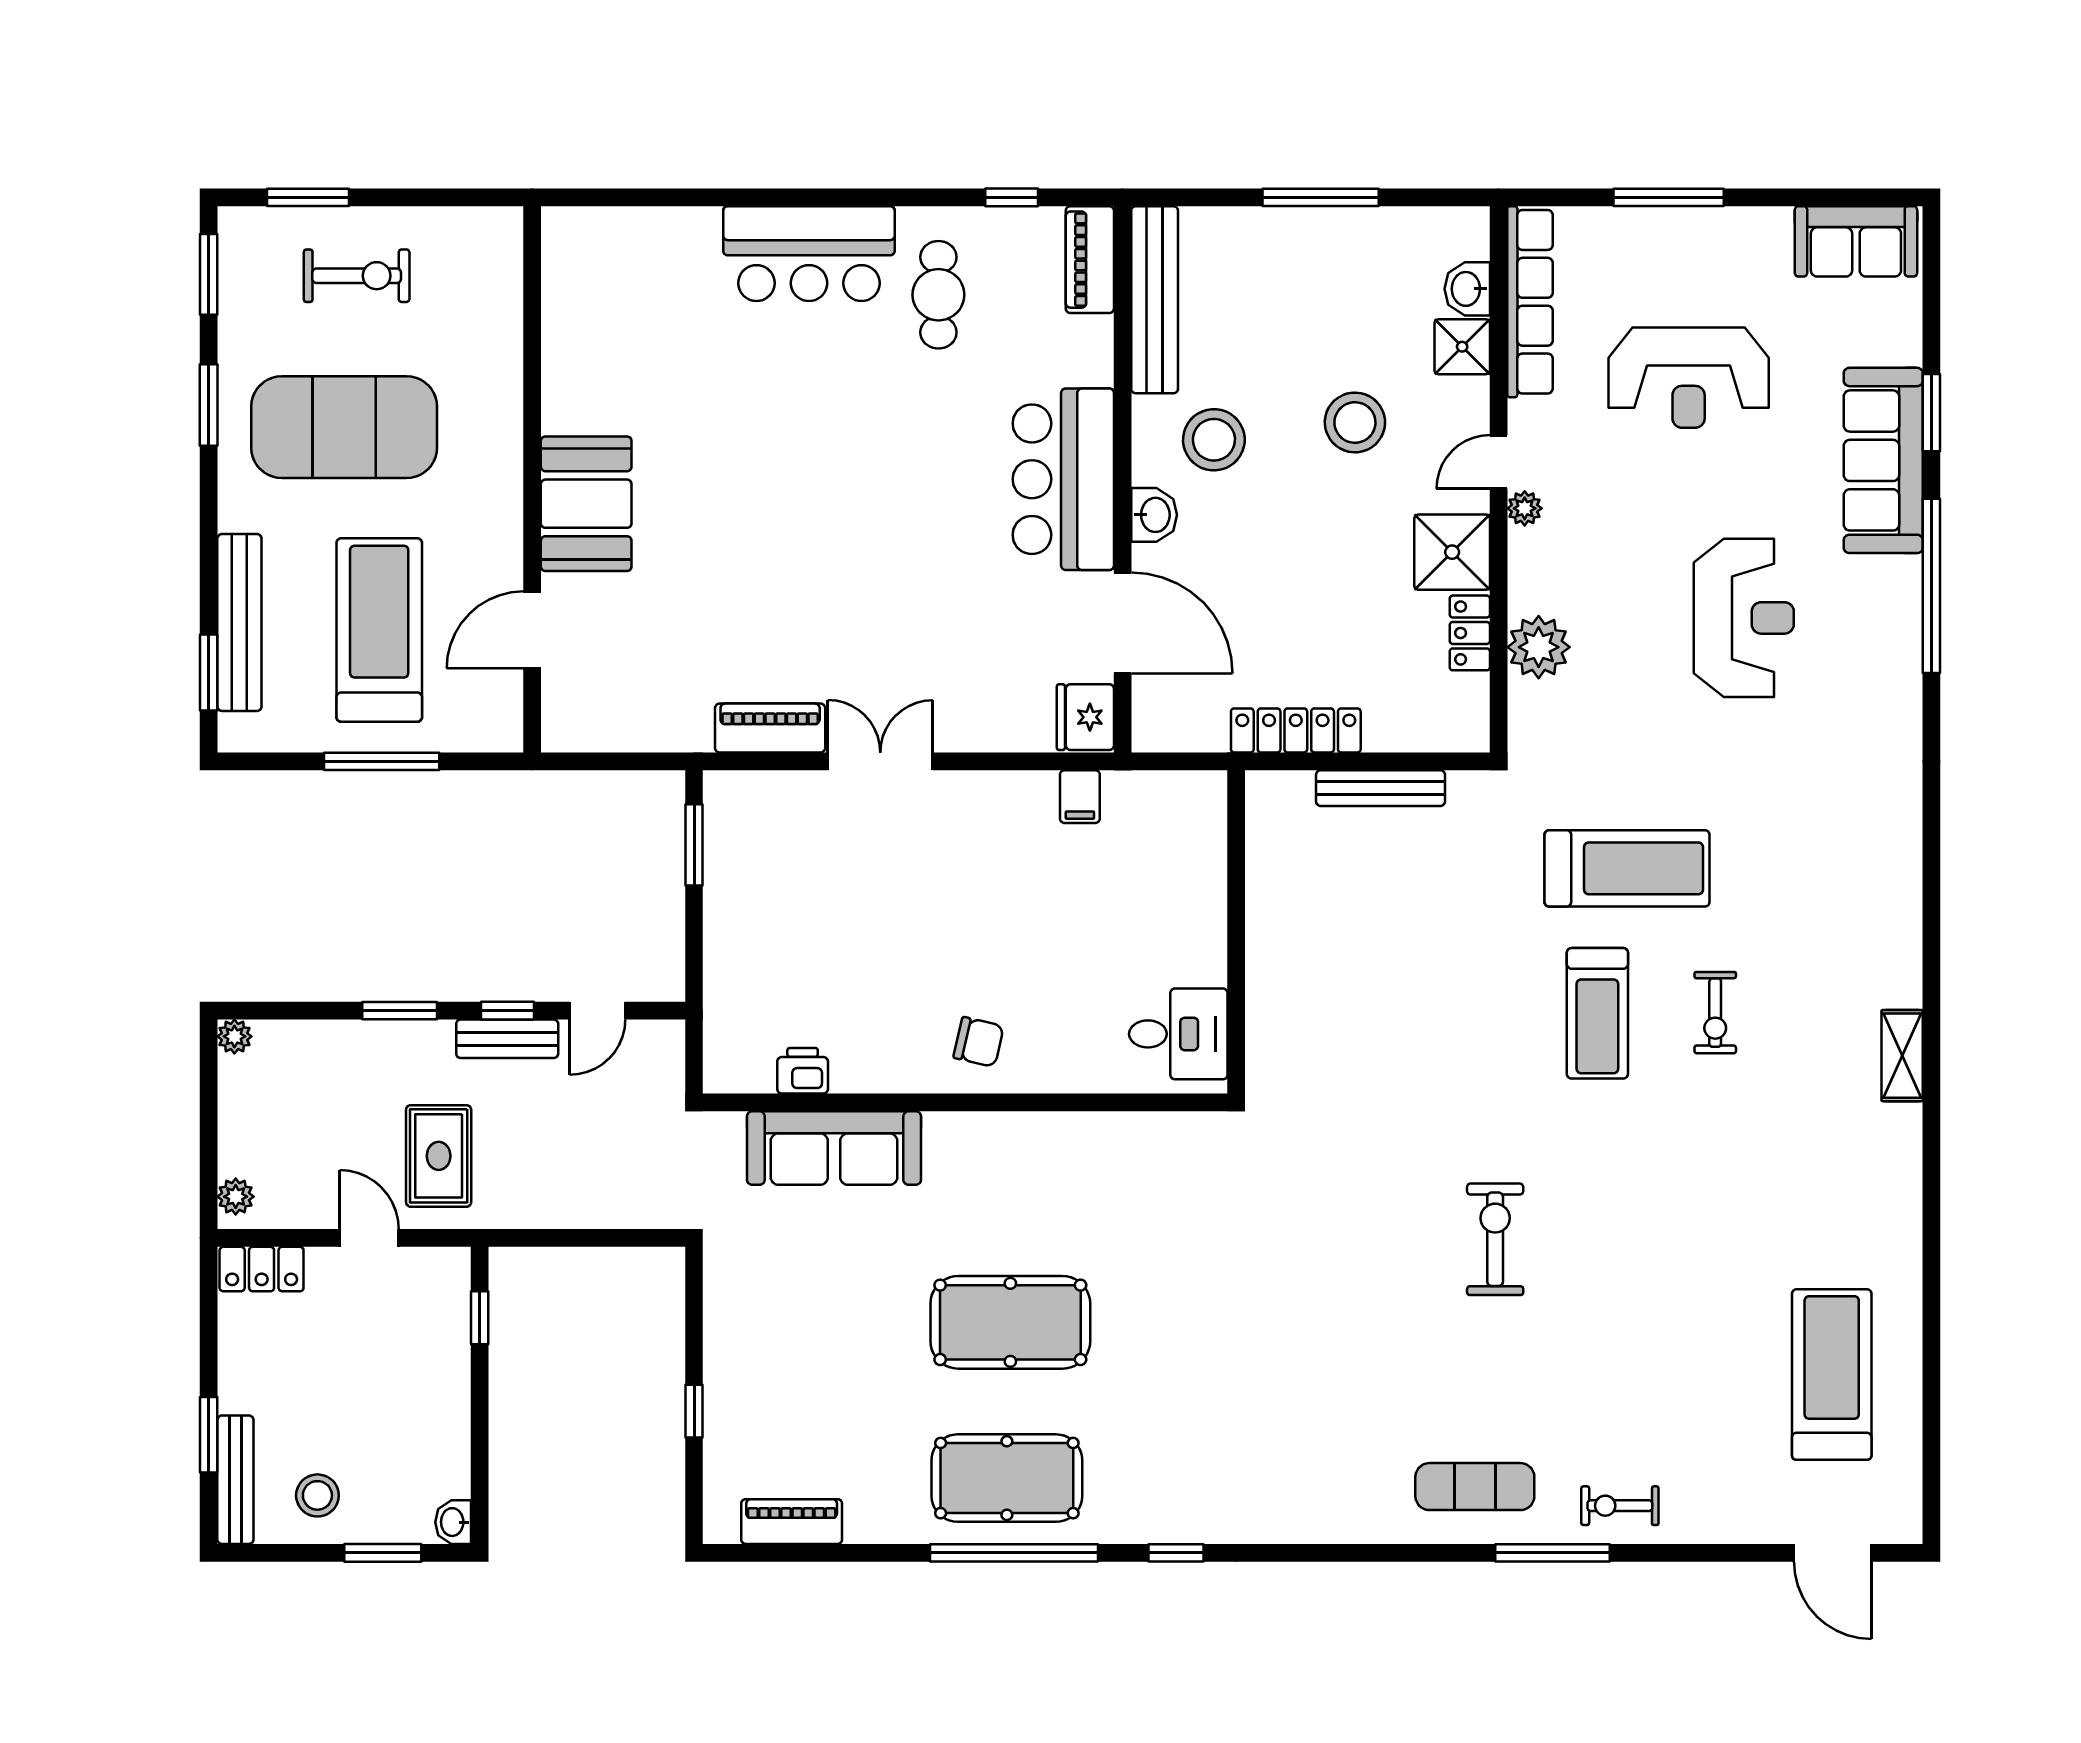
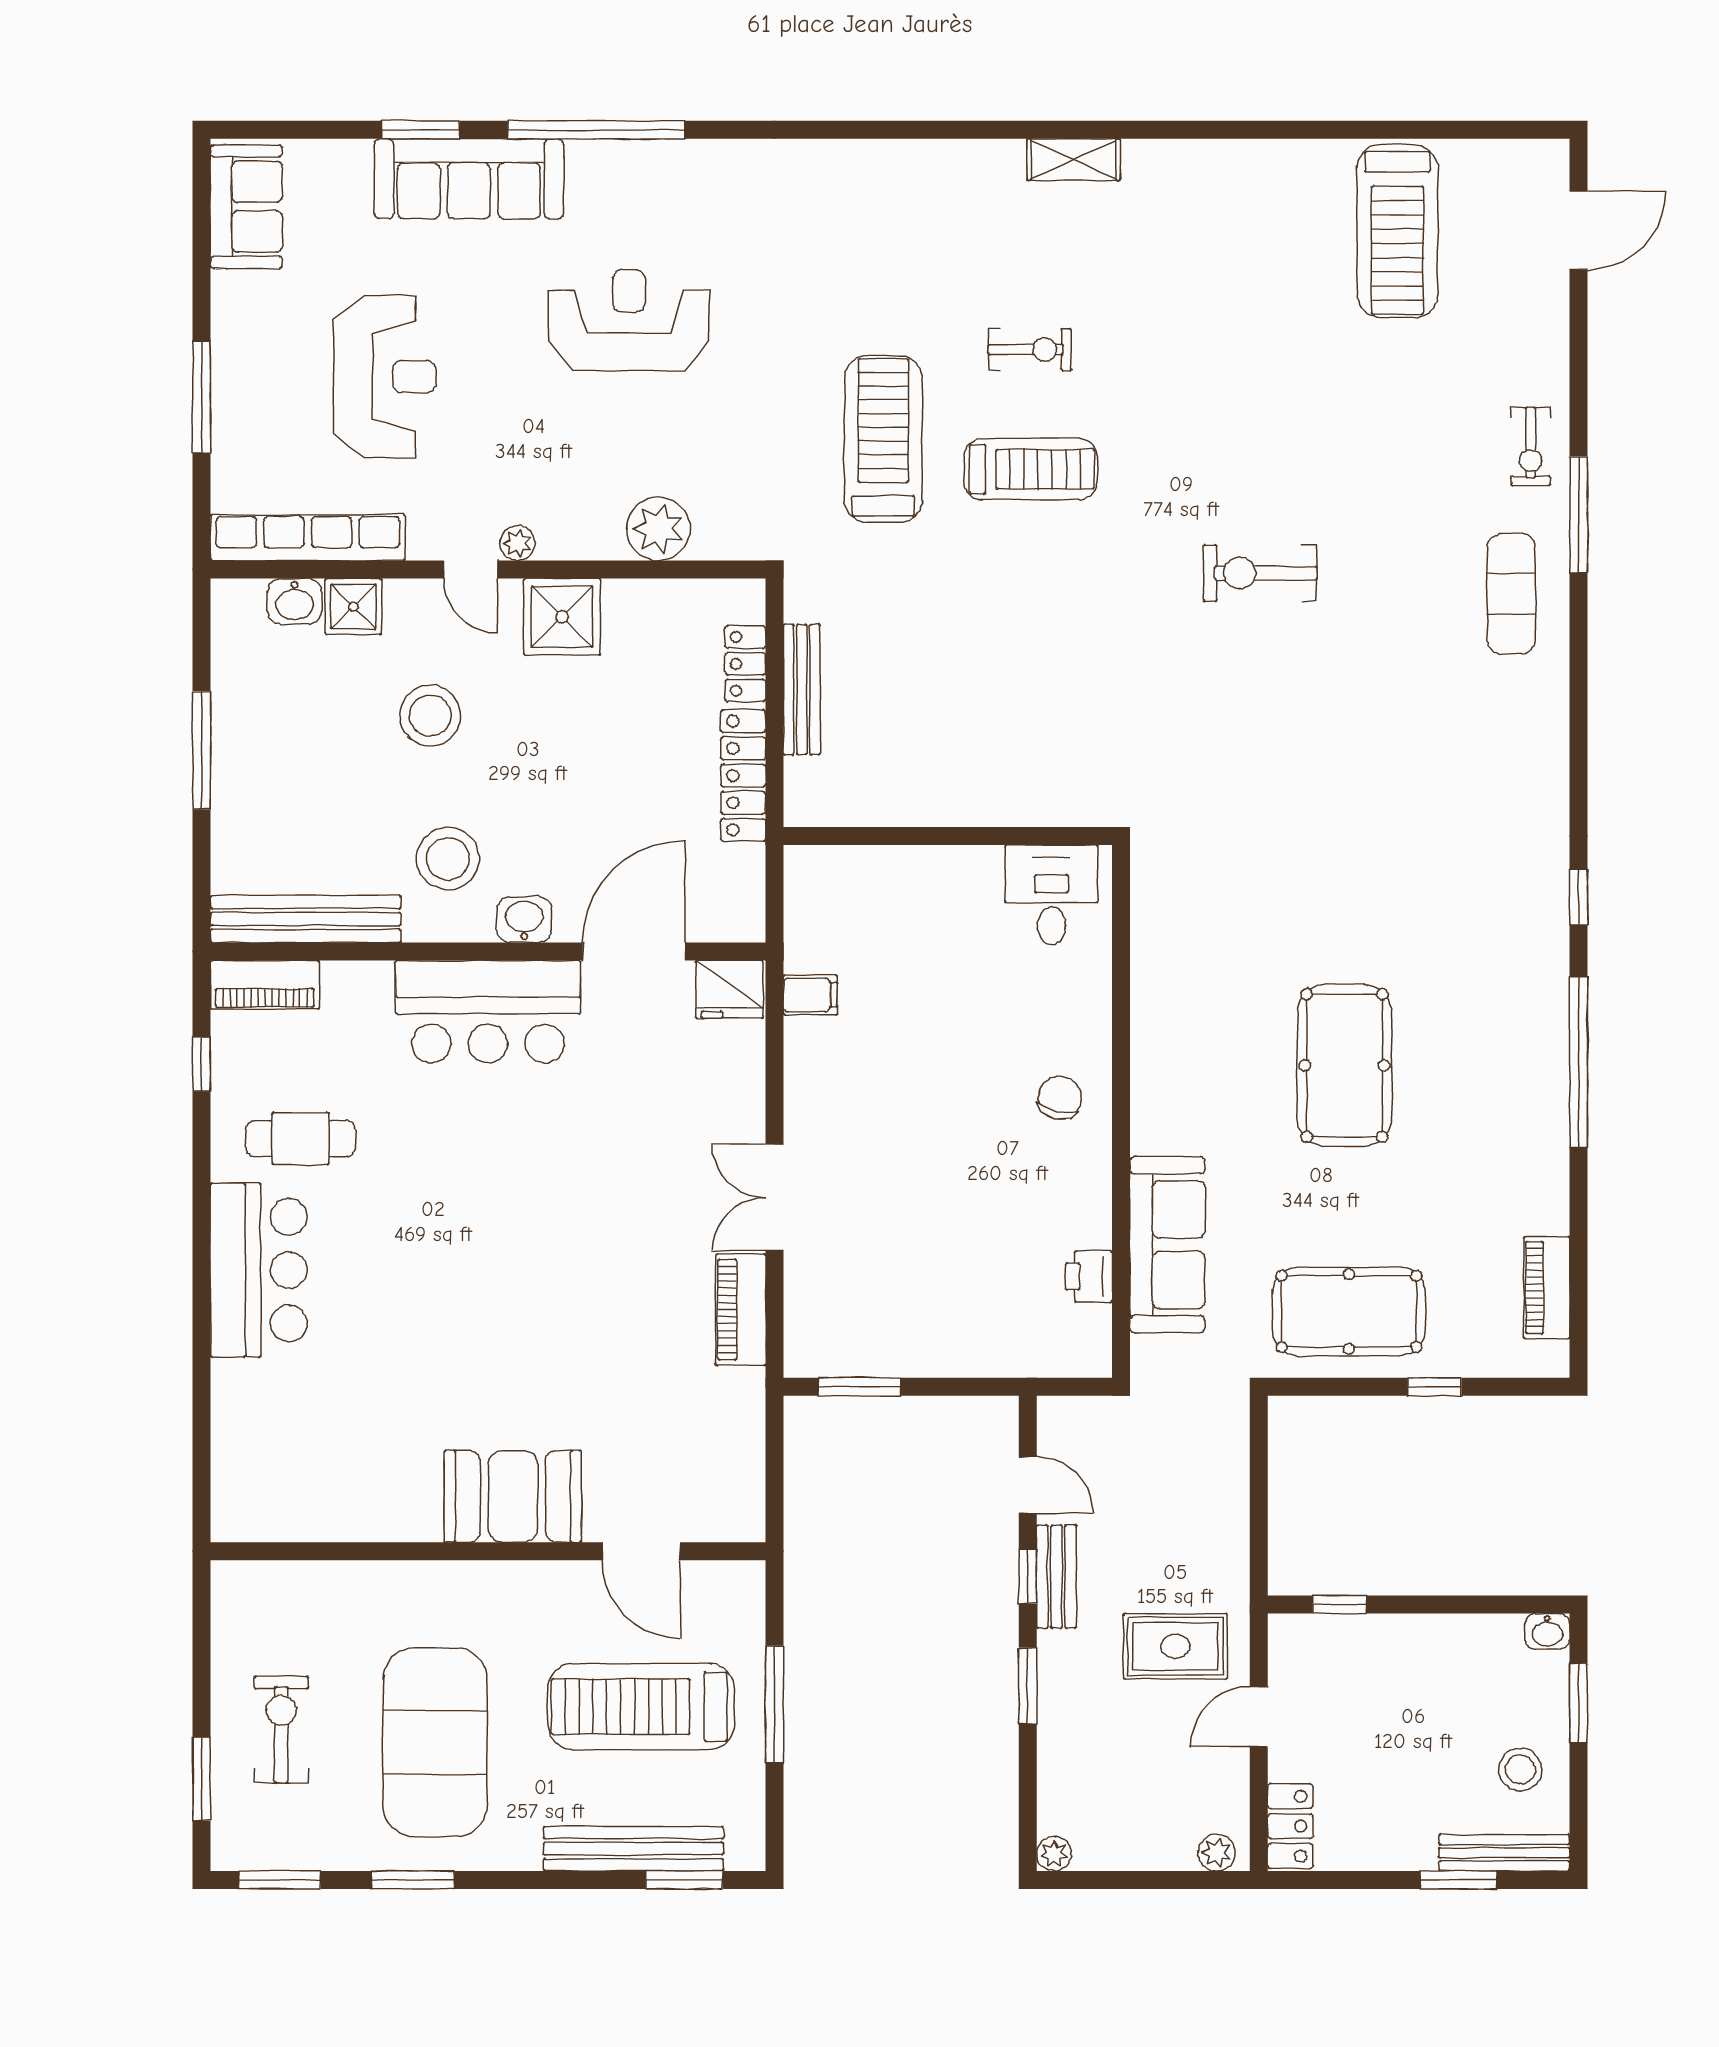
locker: (1470, 633) -> (745, 664), moved, turned 90
treadmill: (1832, 1375) -> (1397, 231), turned -90
pool table: (1007, 1478) -> (1349, 1311), moved, turned 90

